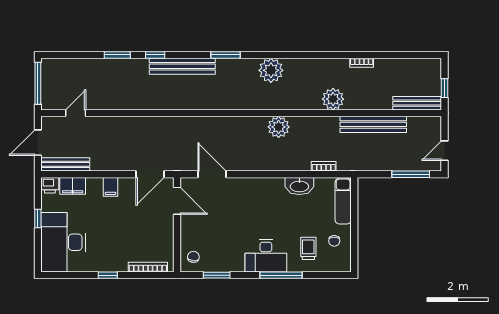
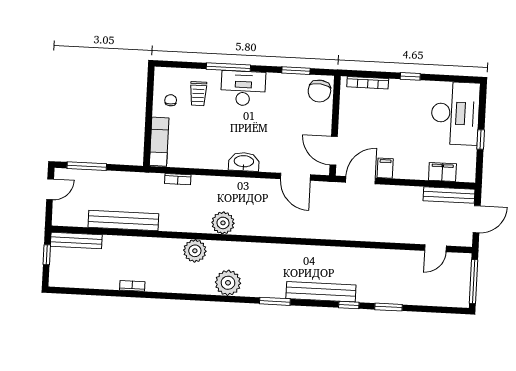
plant: (333, 99) -> (195, 251), moved
printer: (50, 185) -> (466, 174), removed
washbasin: (299, 186) -> (244, 162), moved
filing cabinet: (111, 187) -> (385, 168), moved
chair: (193, 257) -> (319, 91), width x1.87, depth x1.87

